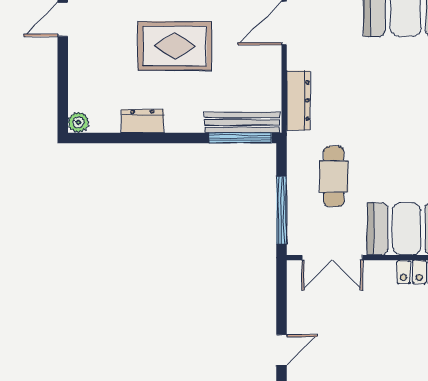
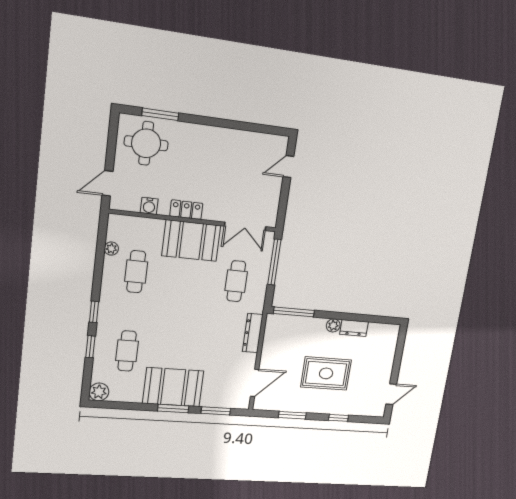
plant: (78, 122) -> (333, 325), moved
bench: (242, 122) -> (291, 322), removed
double door: (332, 258) -> (245, 226), swing flipped

